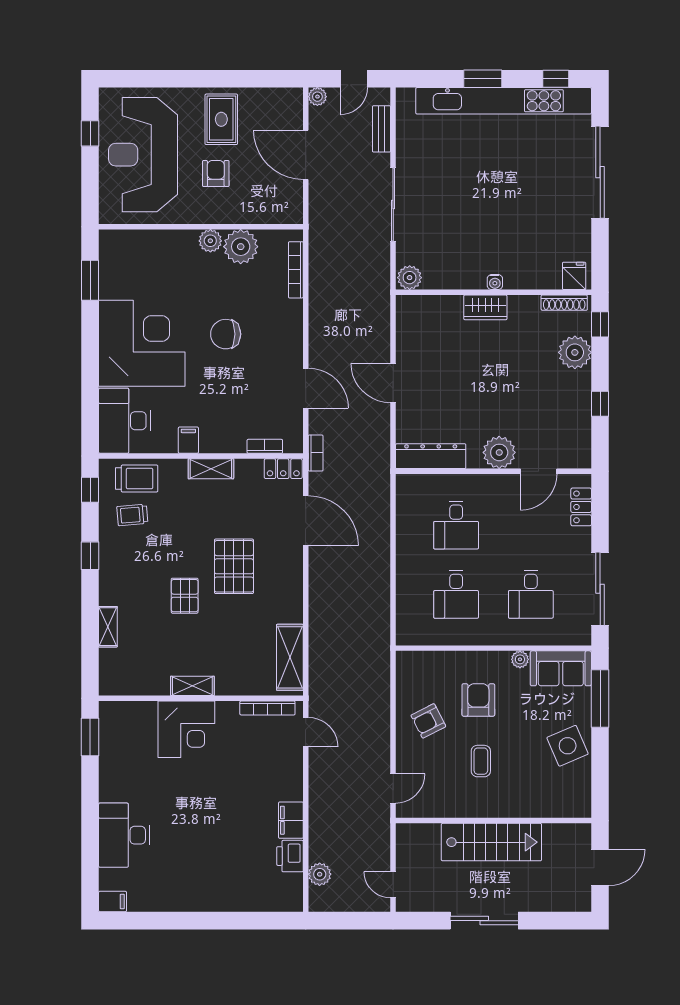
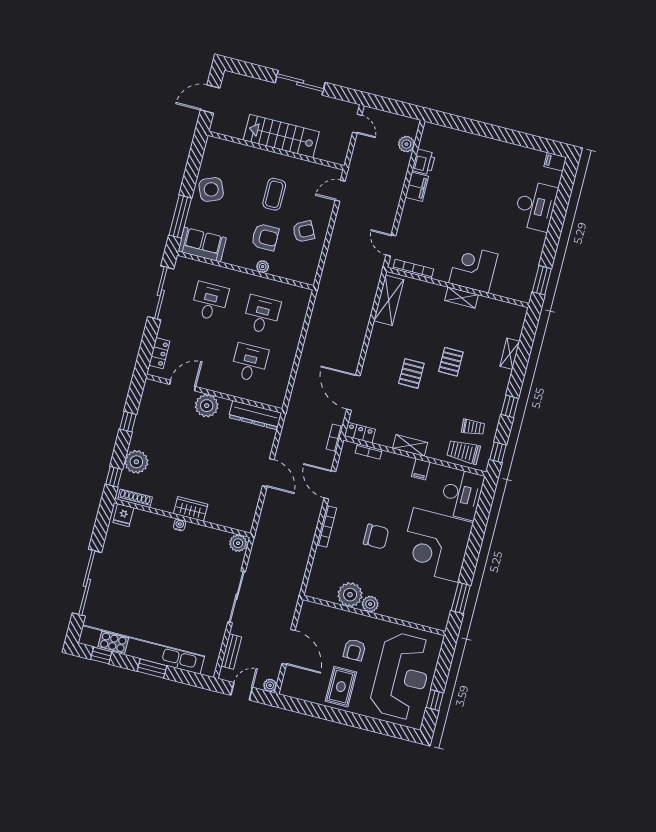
bookcase: (296, 270) -> (327, 526), moved
pallet: (234, 566) -> (411, 373), width x0.67, depth x0.71
plant: (520, 659) -> (263, 267), moved
armchair: (478, 700) -> (265, 237), turned -90
coffee table: (481, 761) -> (274, 194), width x1.36, depth x1.30

